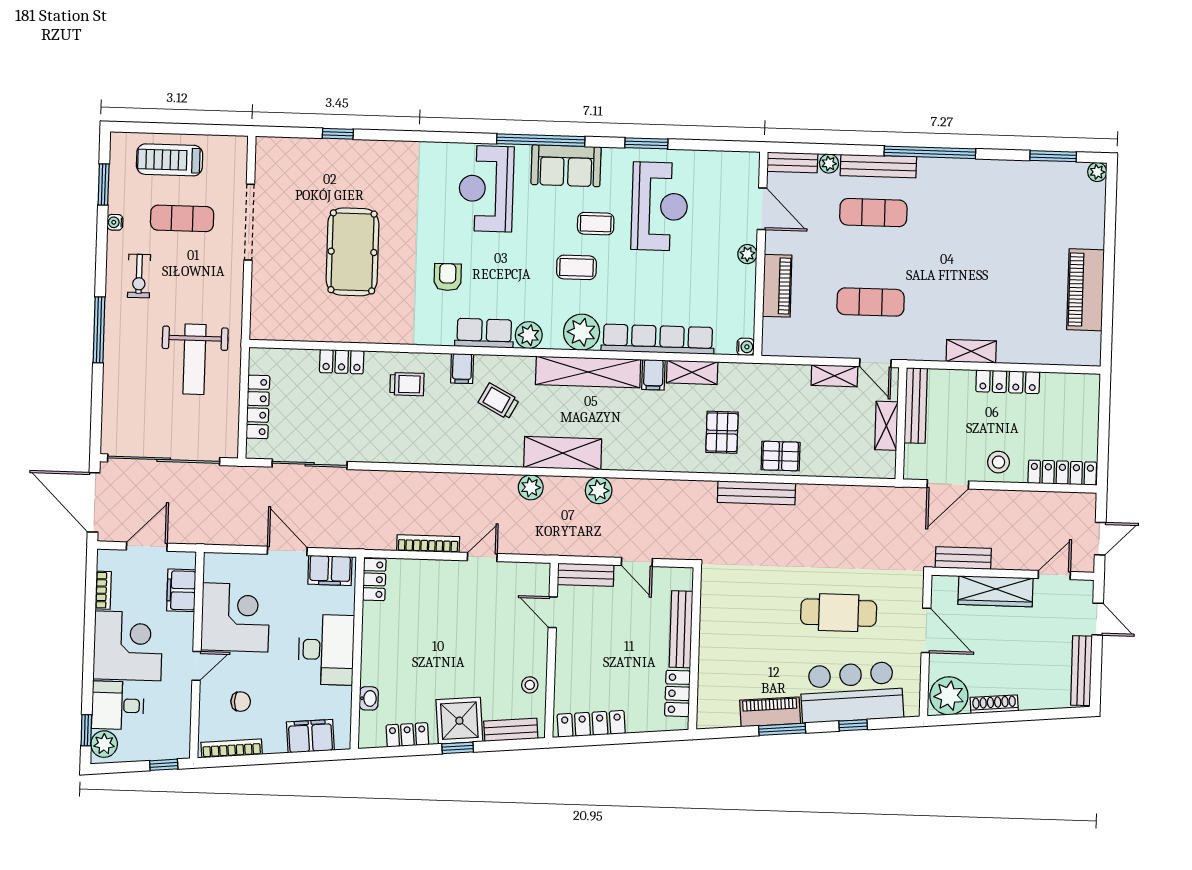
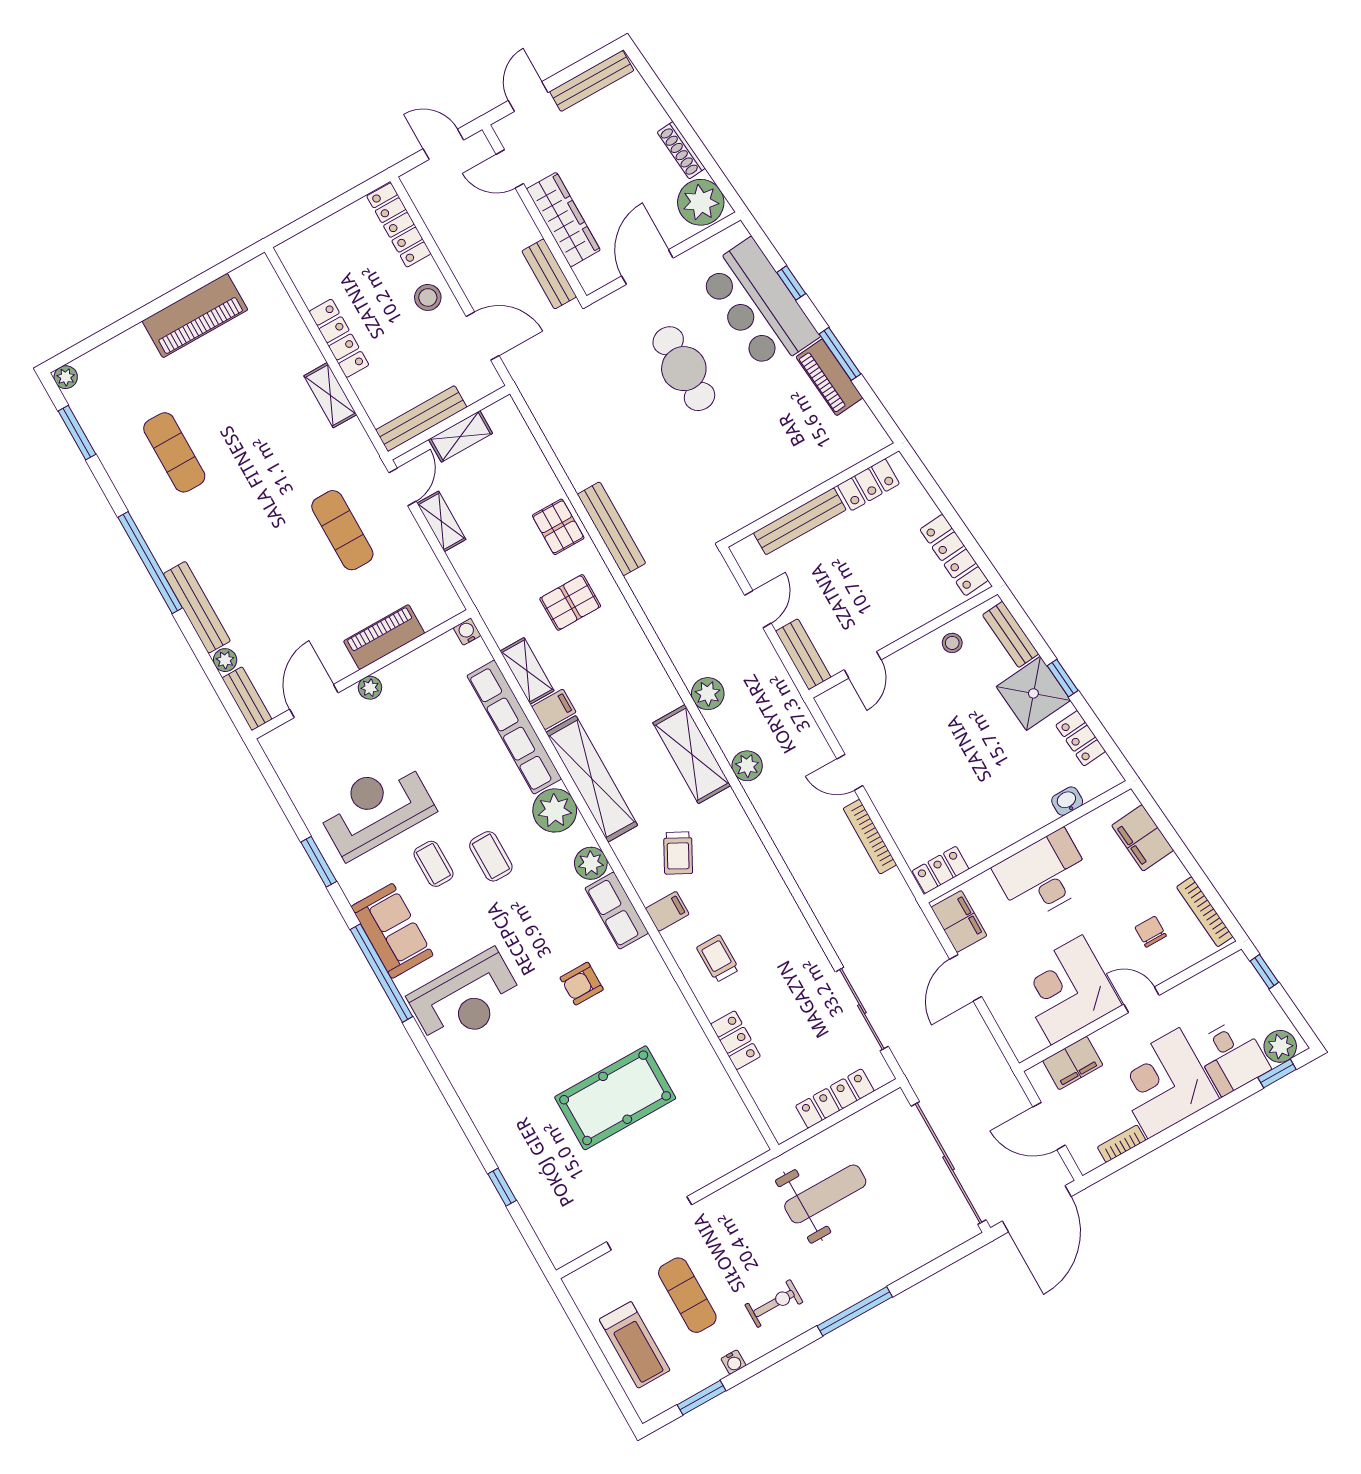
exercise mat: (873, 213) -> (174, 452), moved

